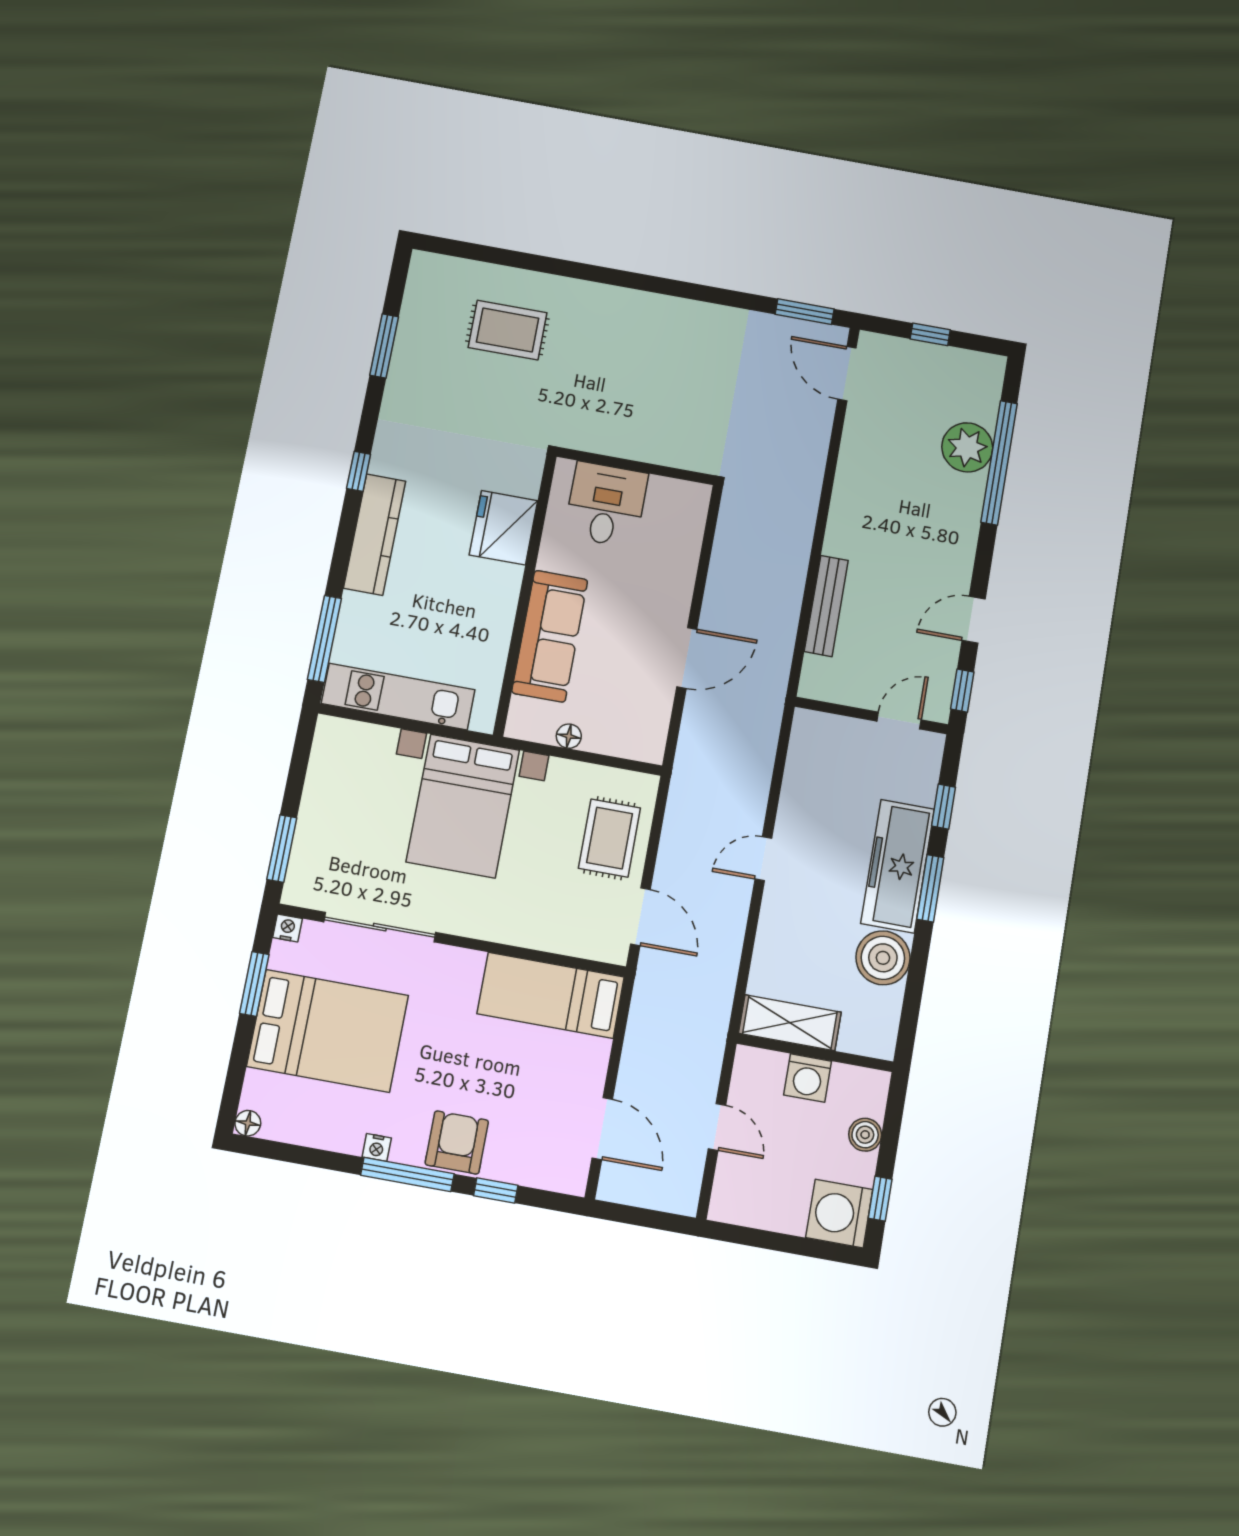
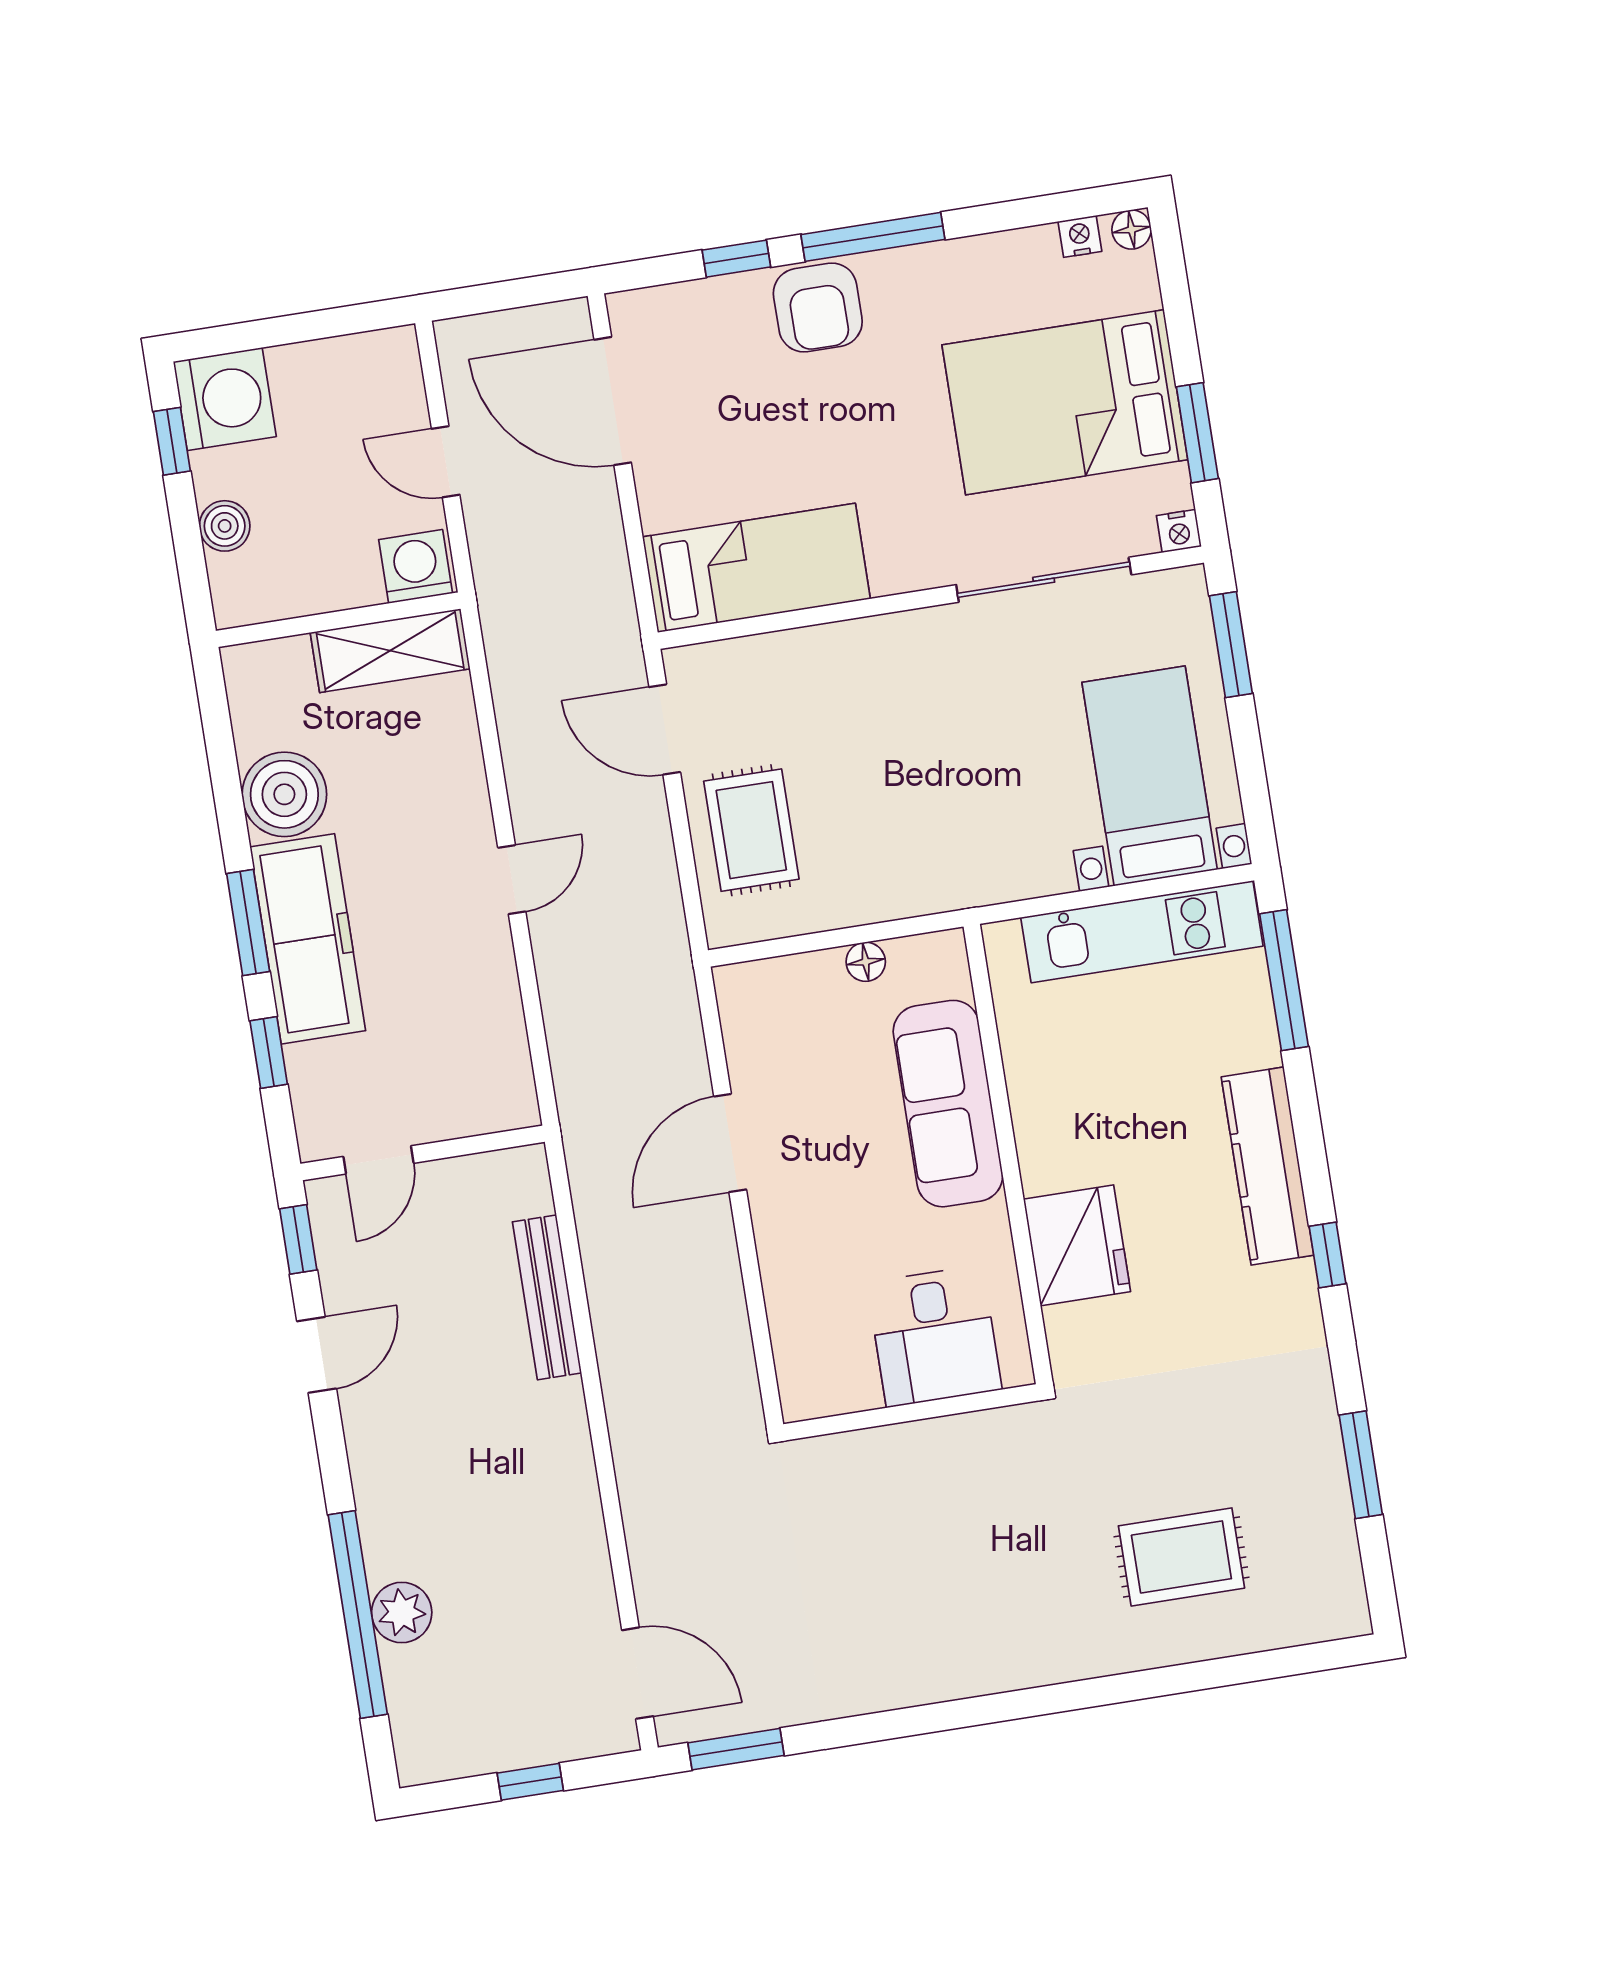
plant: (967, 447) -> (402, 1612), width x0.73, depth x0.73
bed with nightstands: (463, 806) -> (1150, 776), moved, width x0.73
washing machine: (808, 1078) -> (416, 566), moved
door: (602, 1129) -> (613, 401), width x1.36
nightstand: (377, 1147) -> (1080, 236), moved

